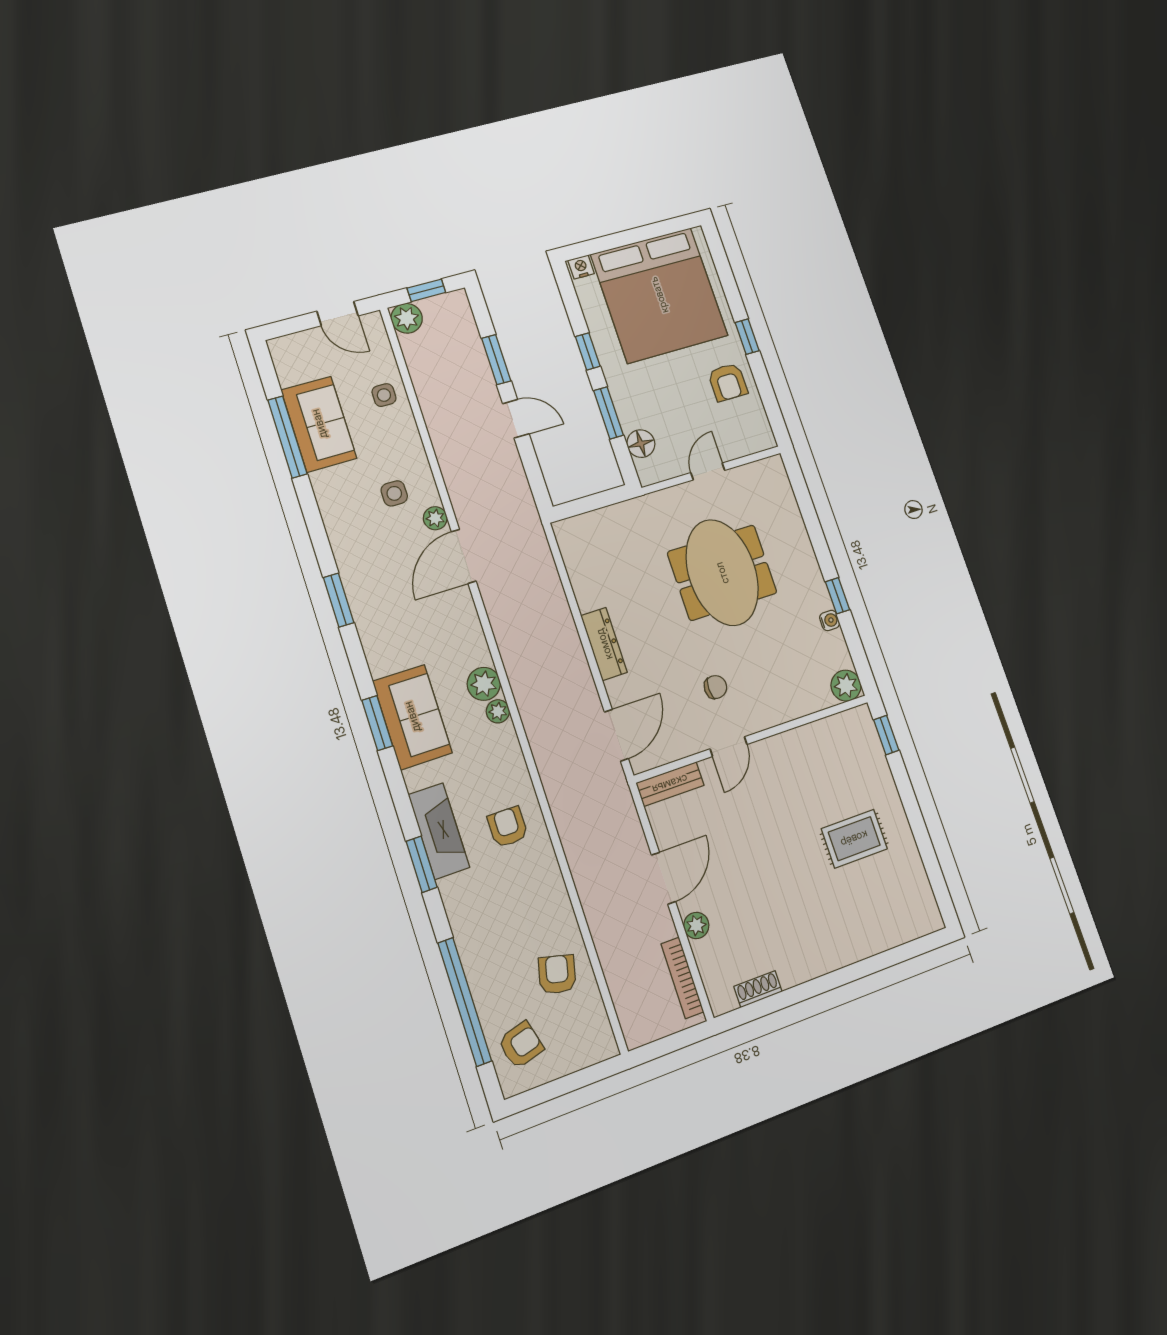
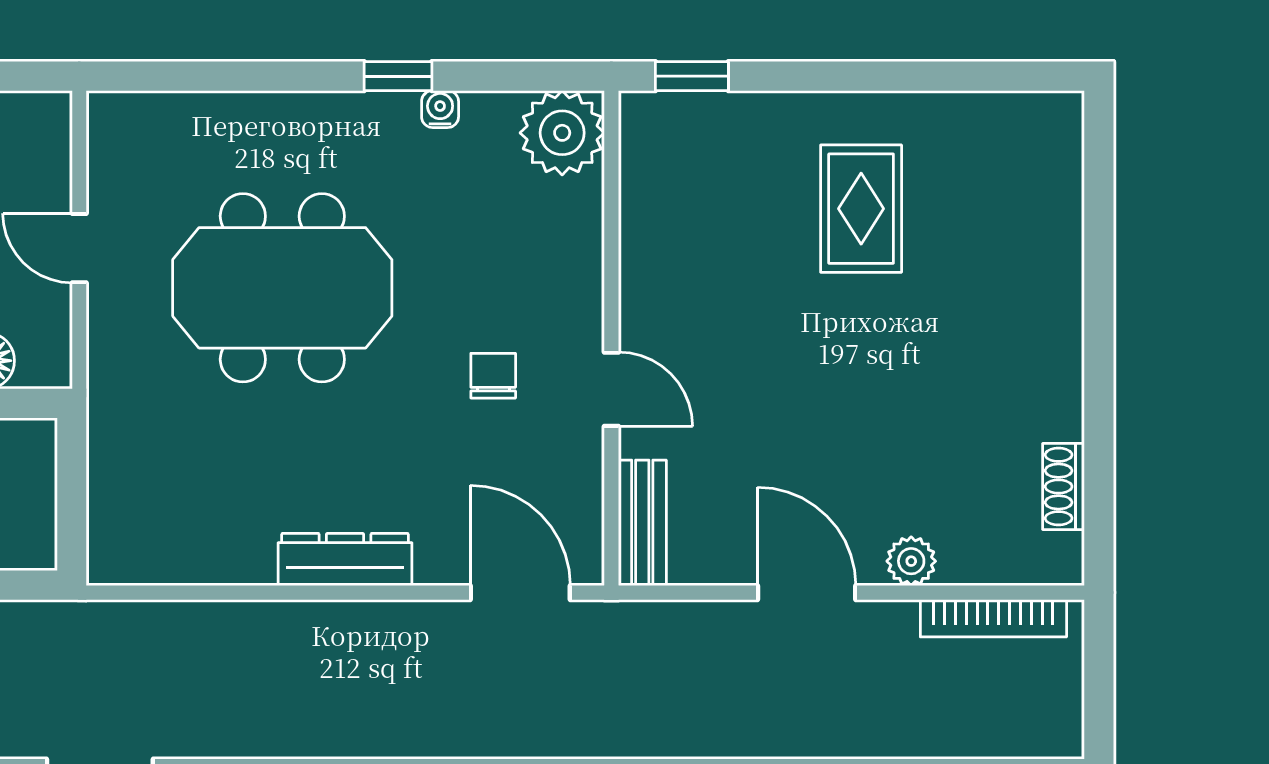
plant: (846, 686) -> (562, 133), width x1.36, depth x1.36

